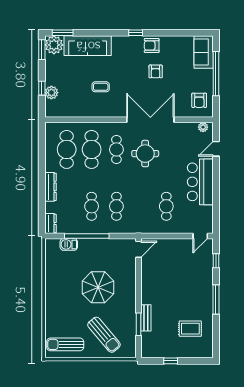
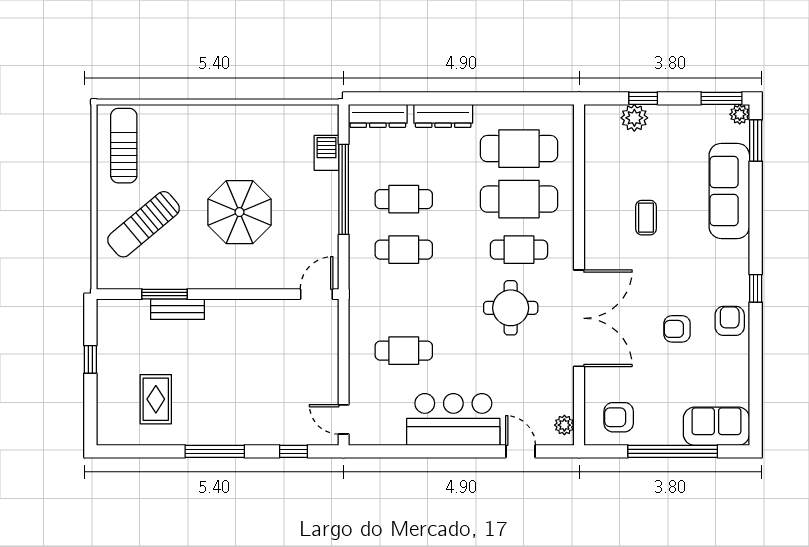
plant: (54, 45) -> (740, 114), width x0.53, depth x0.53
dresser: (50, 223) -> (378, 116), width x1.44
door: (138, 249) -> (317, 294), swing flipped

